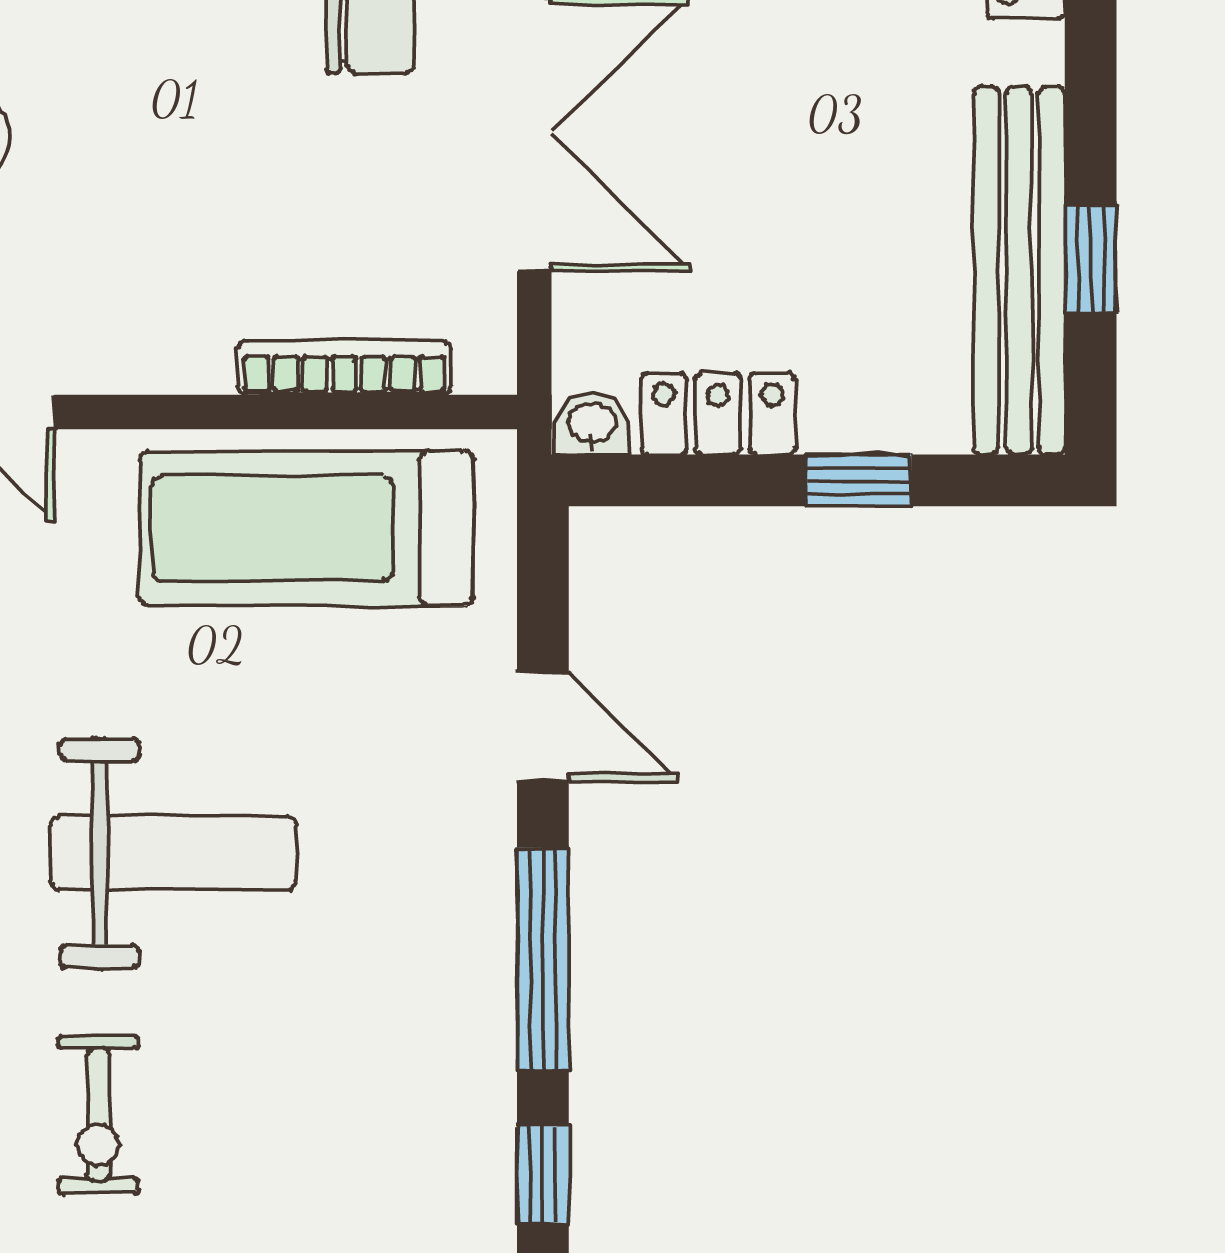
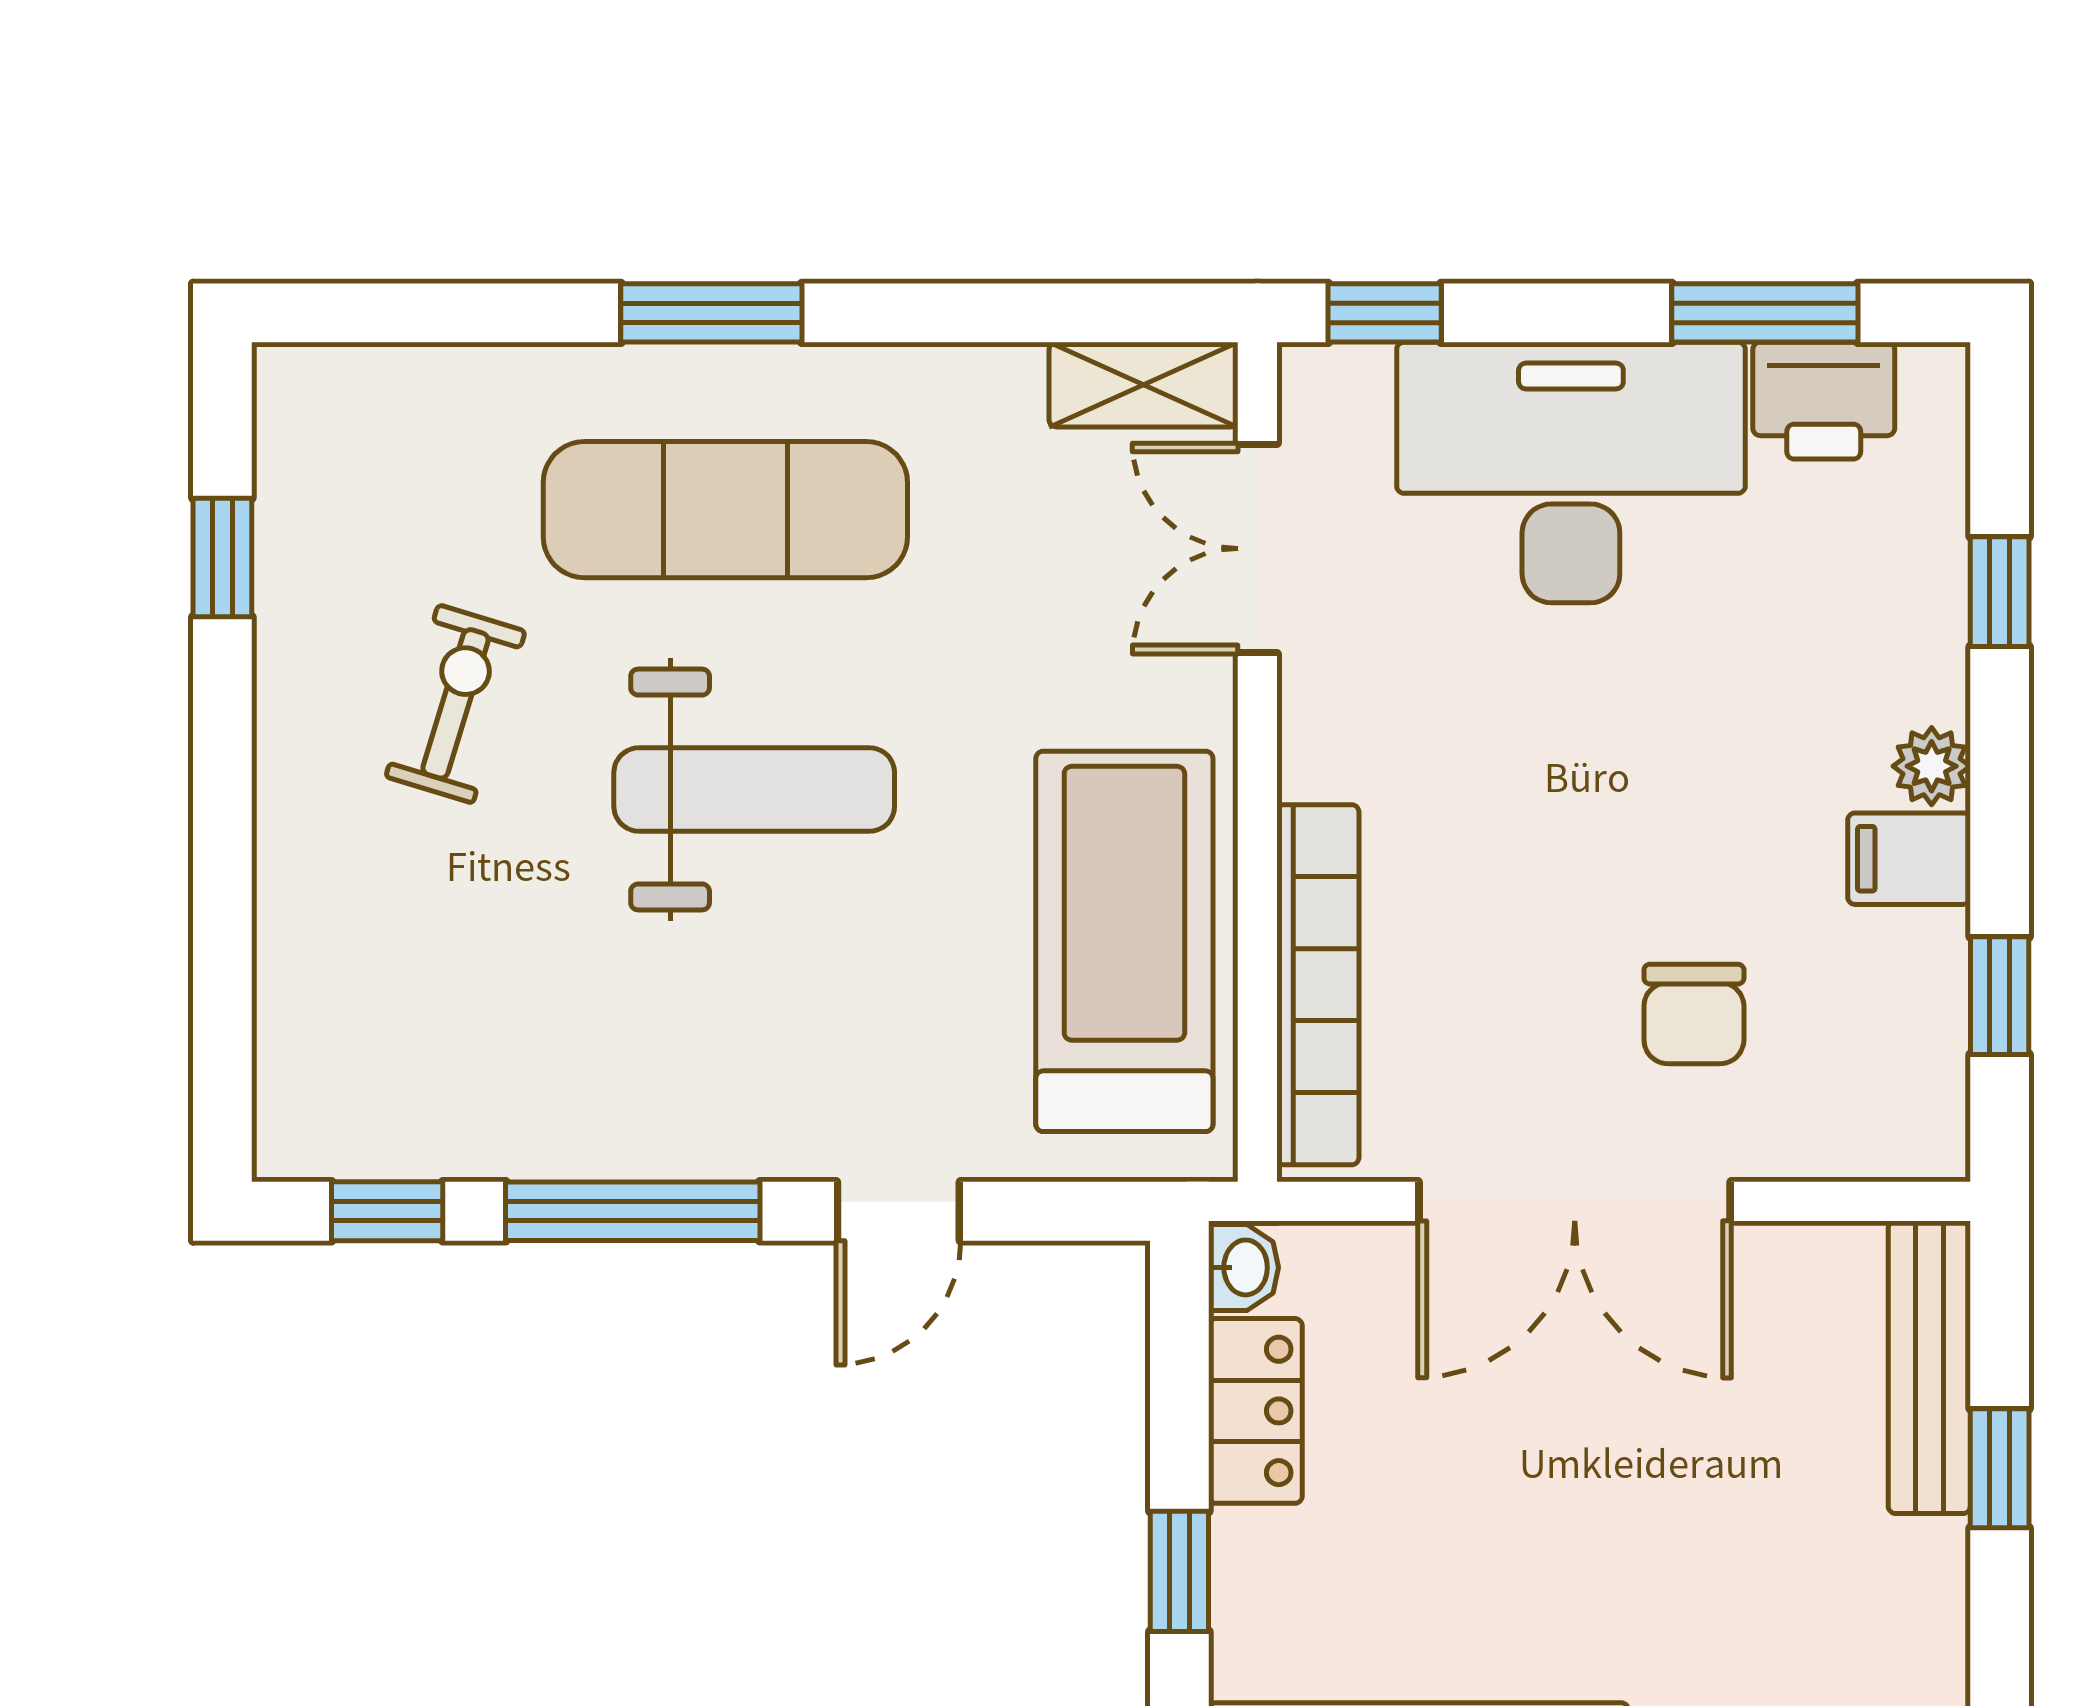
bookcase: (344, 367) -> (1318, 985), width x1.48, depth x1.31
weight bench: (173, 853) -> (754, 789), turned -90
exercise bike: (98, 1115) -> (456, 704), turned 107

